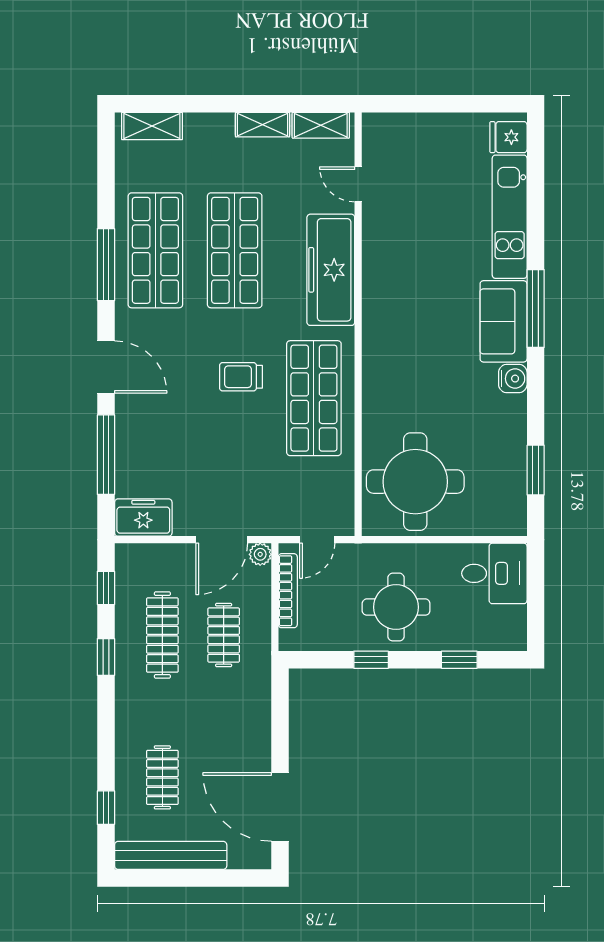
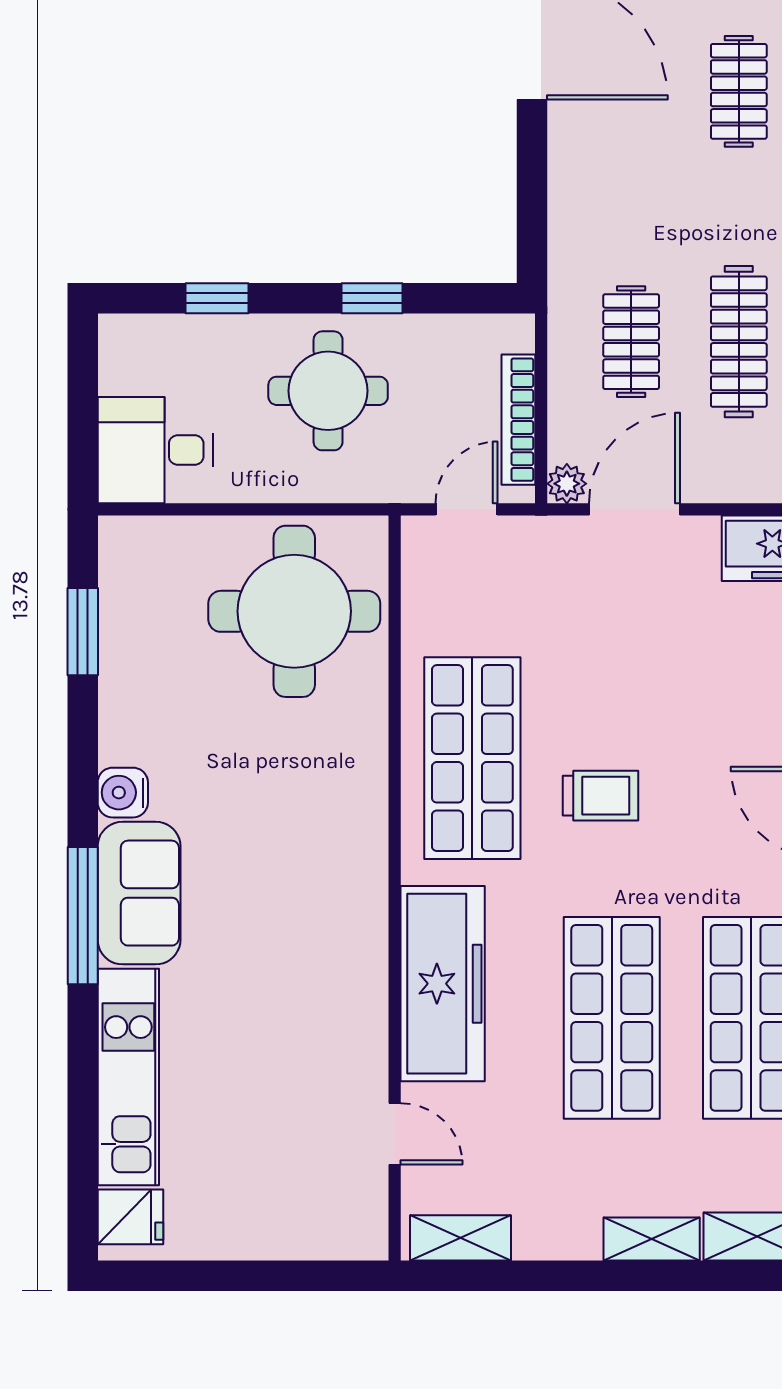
shelving: (262, 125) -> (652, 1239), moved

